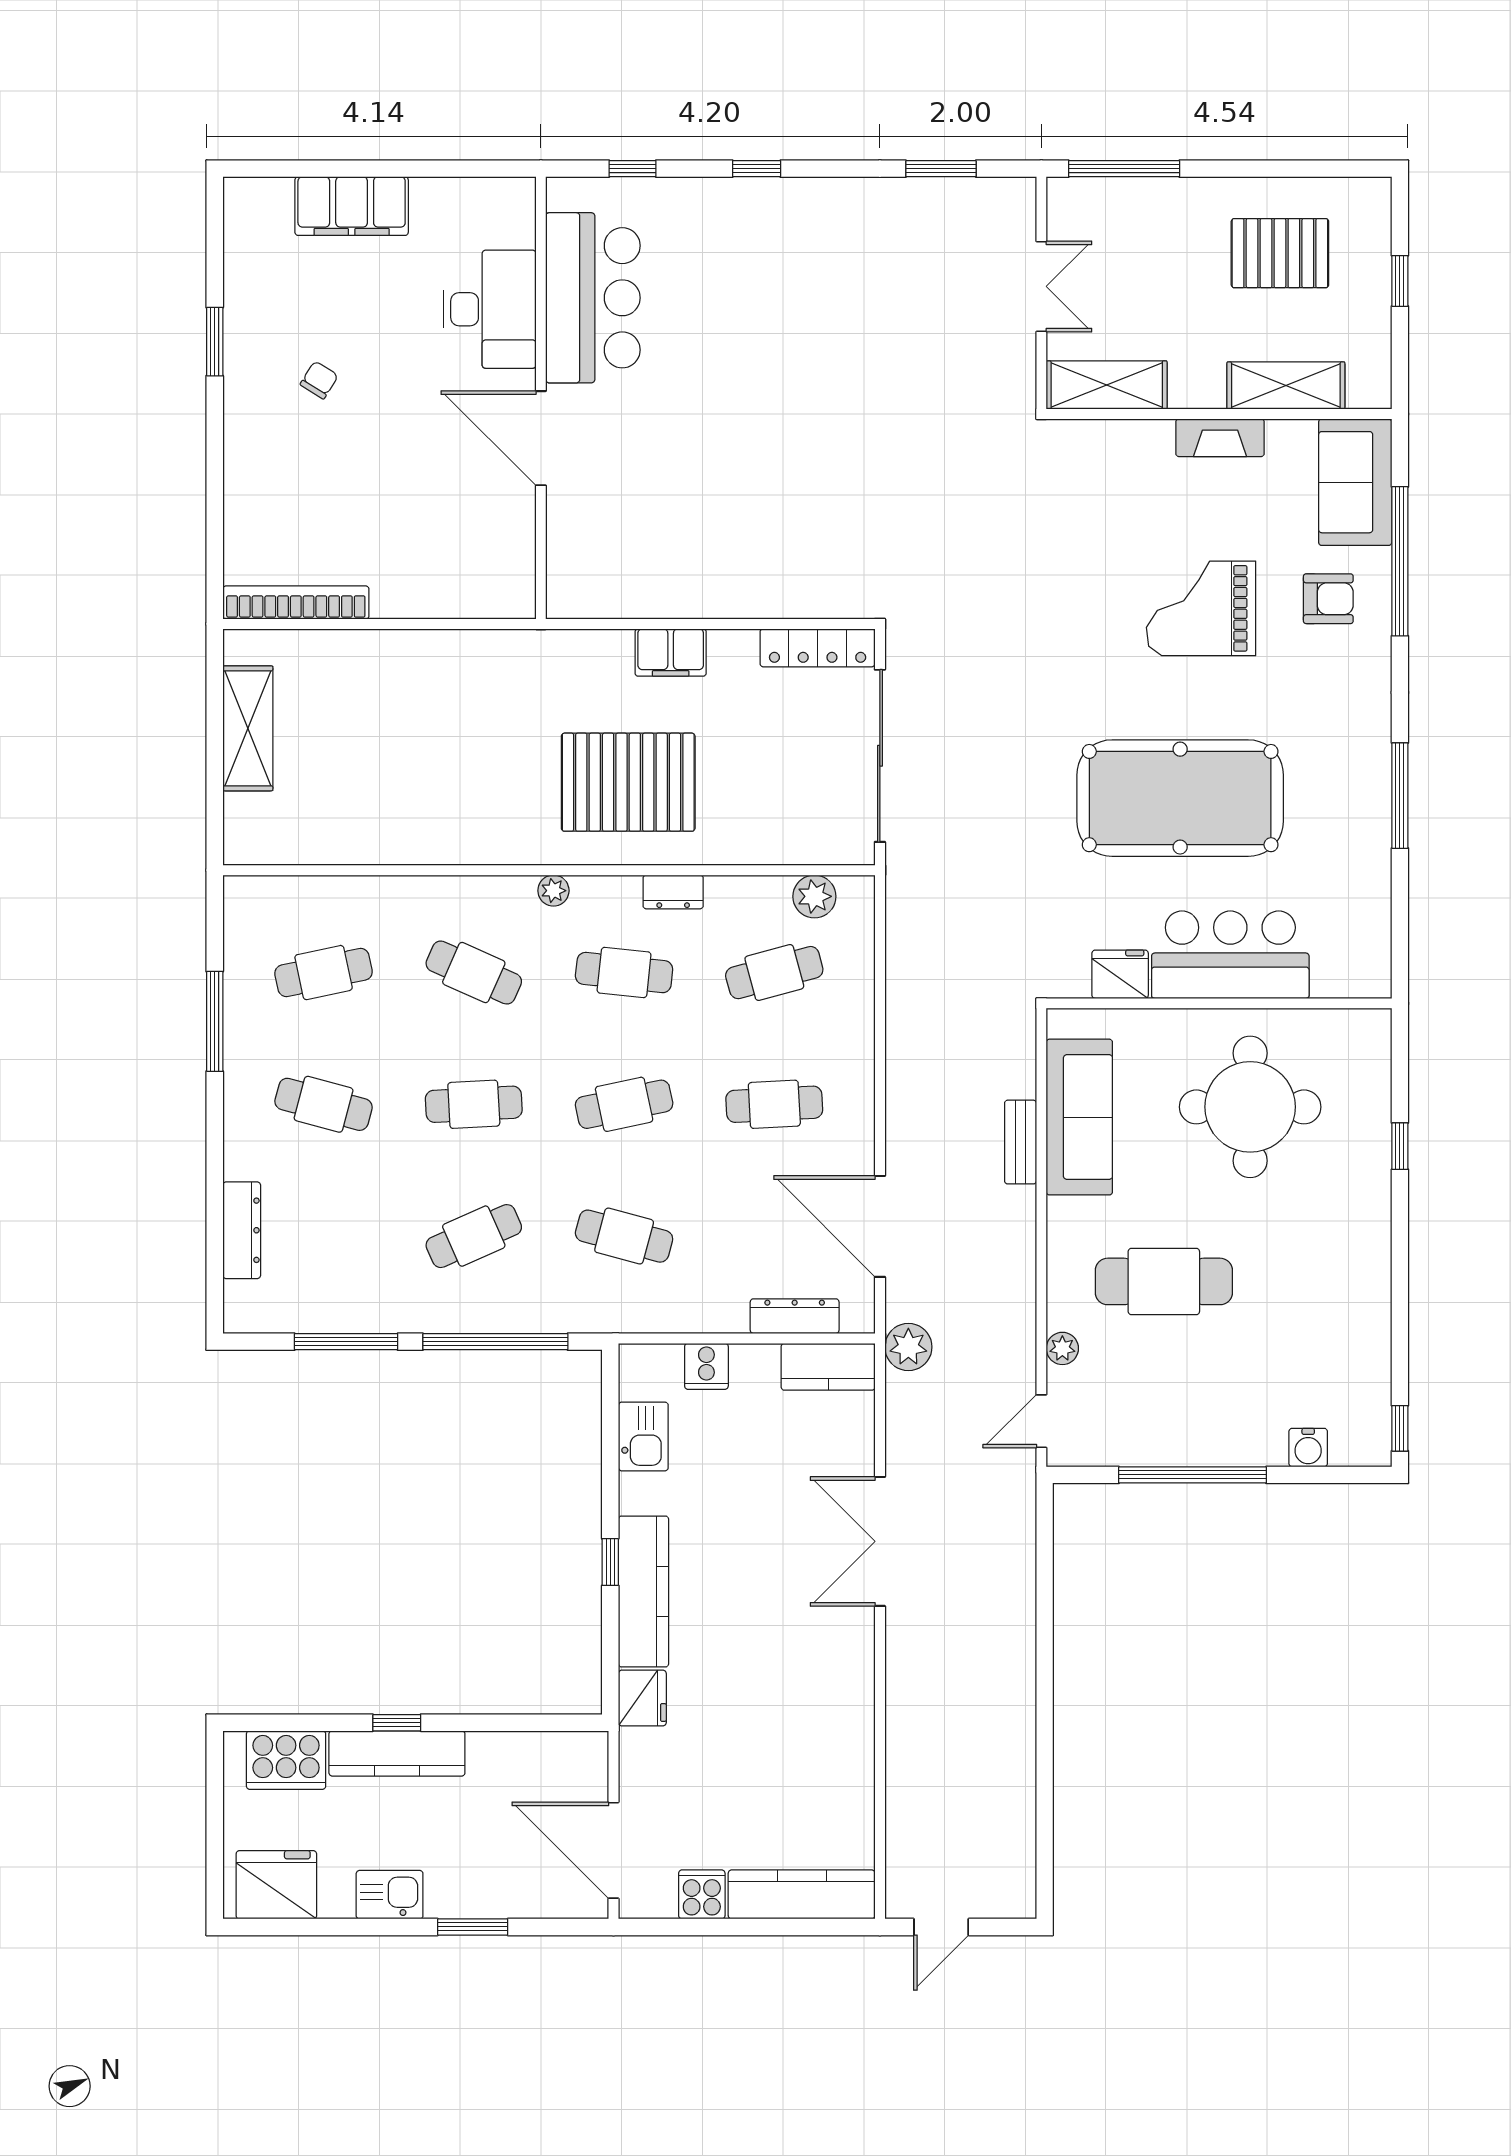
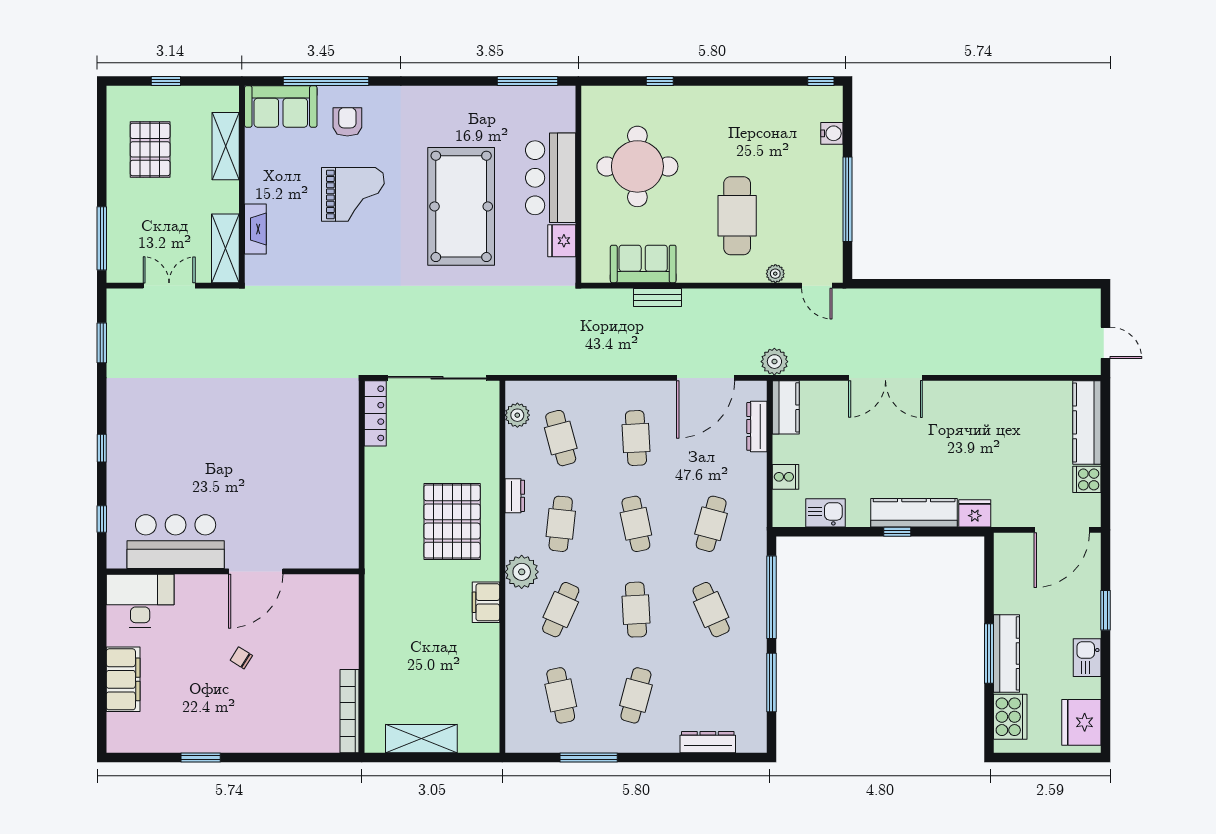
desk: (490, 309) -> (140, 601), moved
chair: (319, 380) -> (241, 658), moved
fireplace: (1220, 438) -> (255, 229), moved
grand piano: (1201, 608) -> (353, 194), turned -90
filing cabinet: (671, 653) -> (486, 602), moved, turned 180
window: (1400, 796) -> (528, 81), moved
plant: (553, 891) -> (522, 572), width x1.88, depth x1.88
sofa: (1079, 1117) -> (643, 264), width x0.73
window: (397, 1723) -> (989, 654), width x2.17

